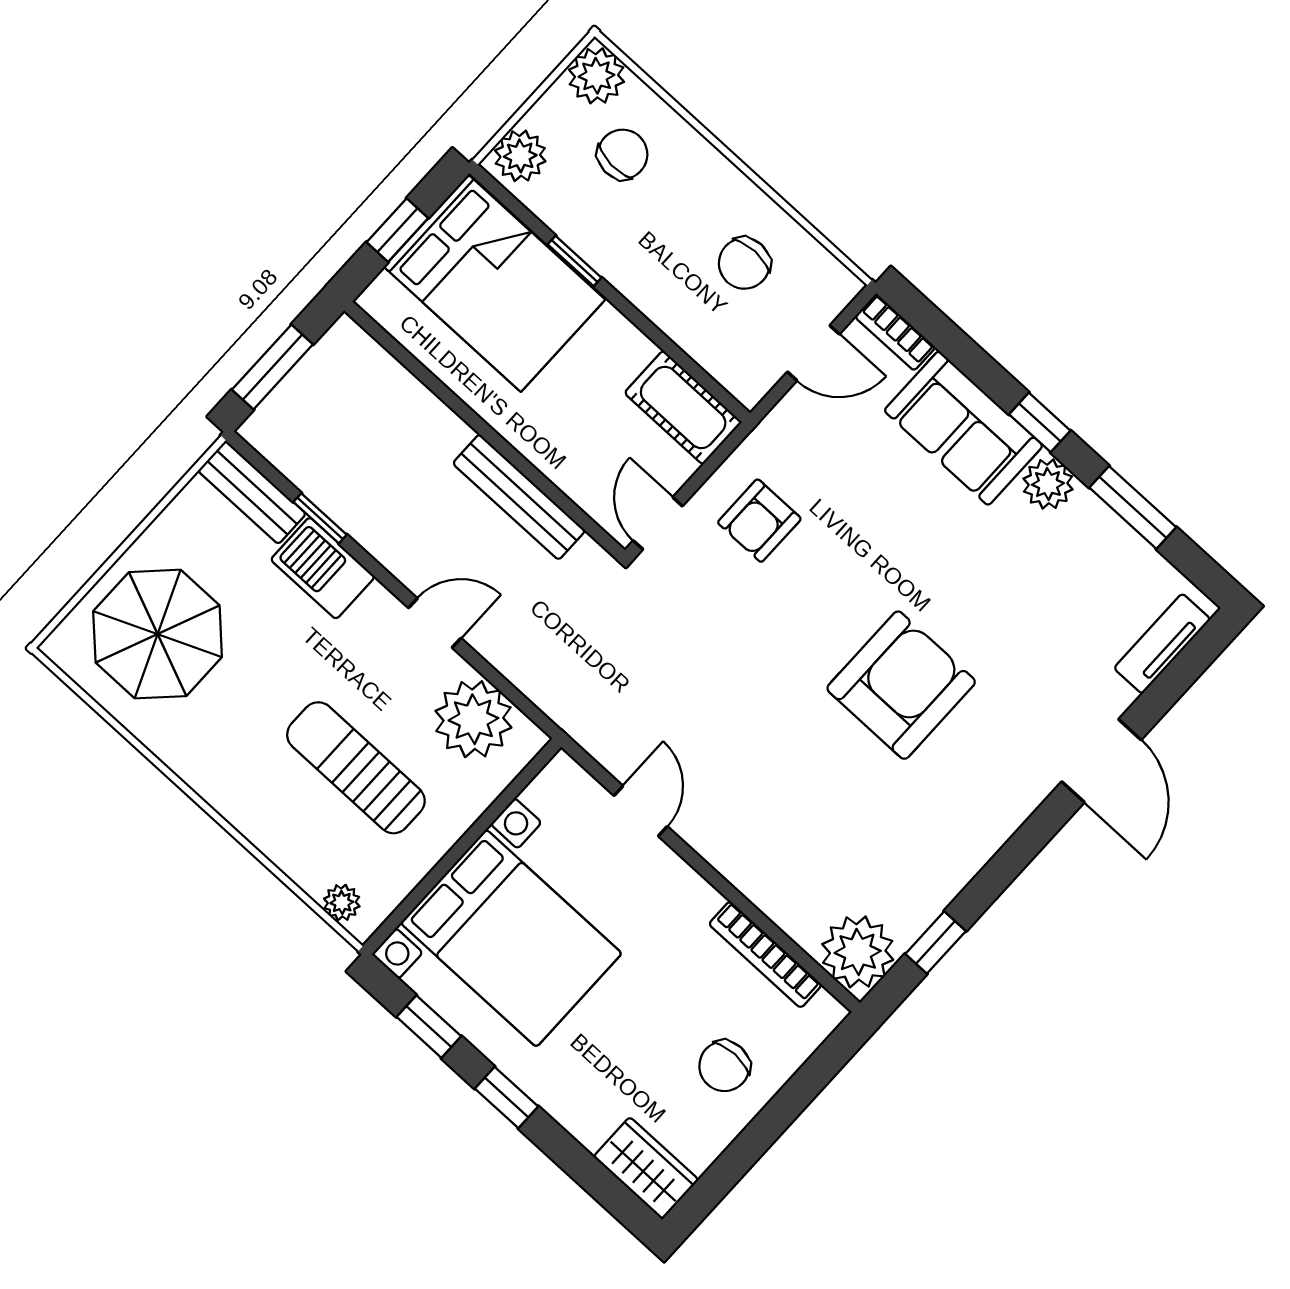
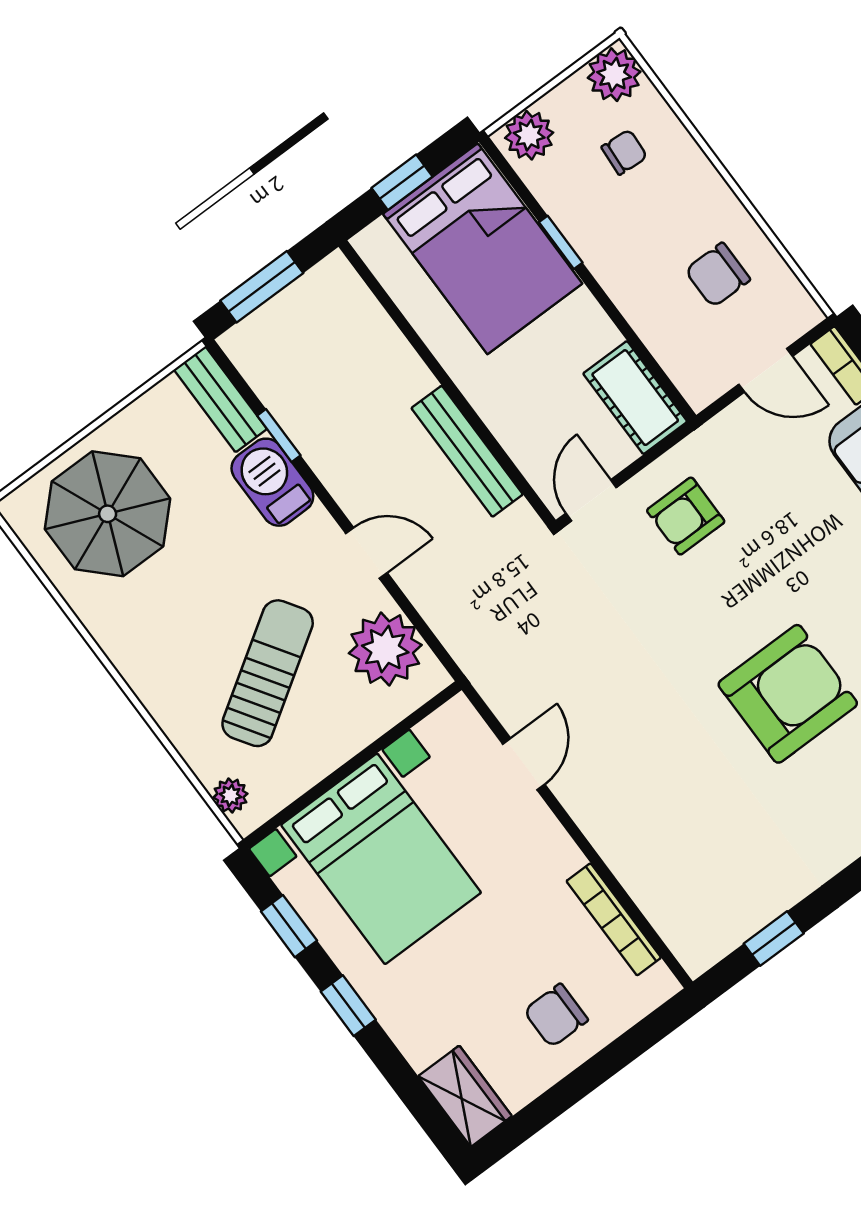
chair: (623, 154) -> (624, 152), width x0.73, depth x0.73
sun lounger: (356, 768) -> (268, 673), turned 57
plant: (858, 952) -> (700, 933), removed

